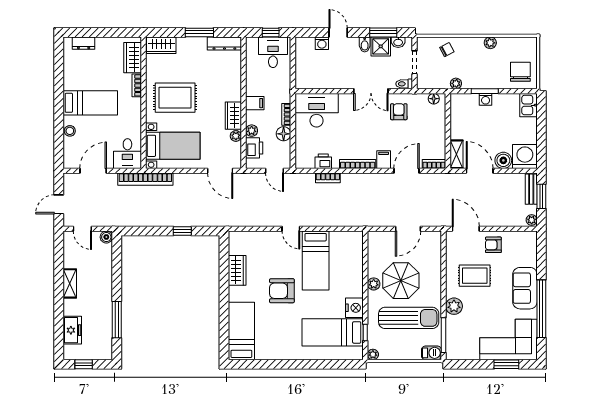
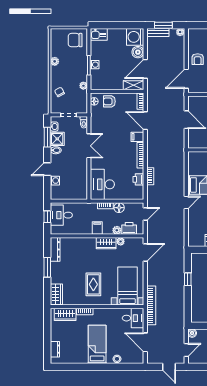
rug: (175, 98) -> (93, 284), width x0.73, depth x0.70
armchair: (399, 112) -> (109, 101), moved

